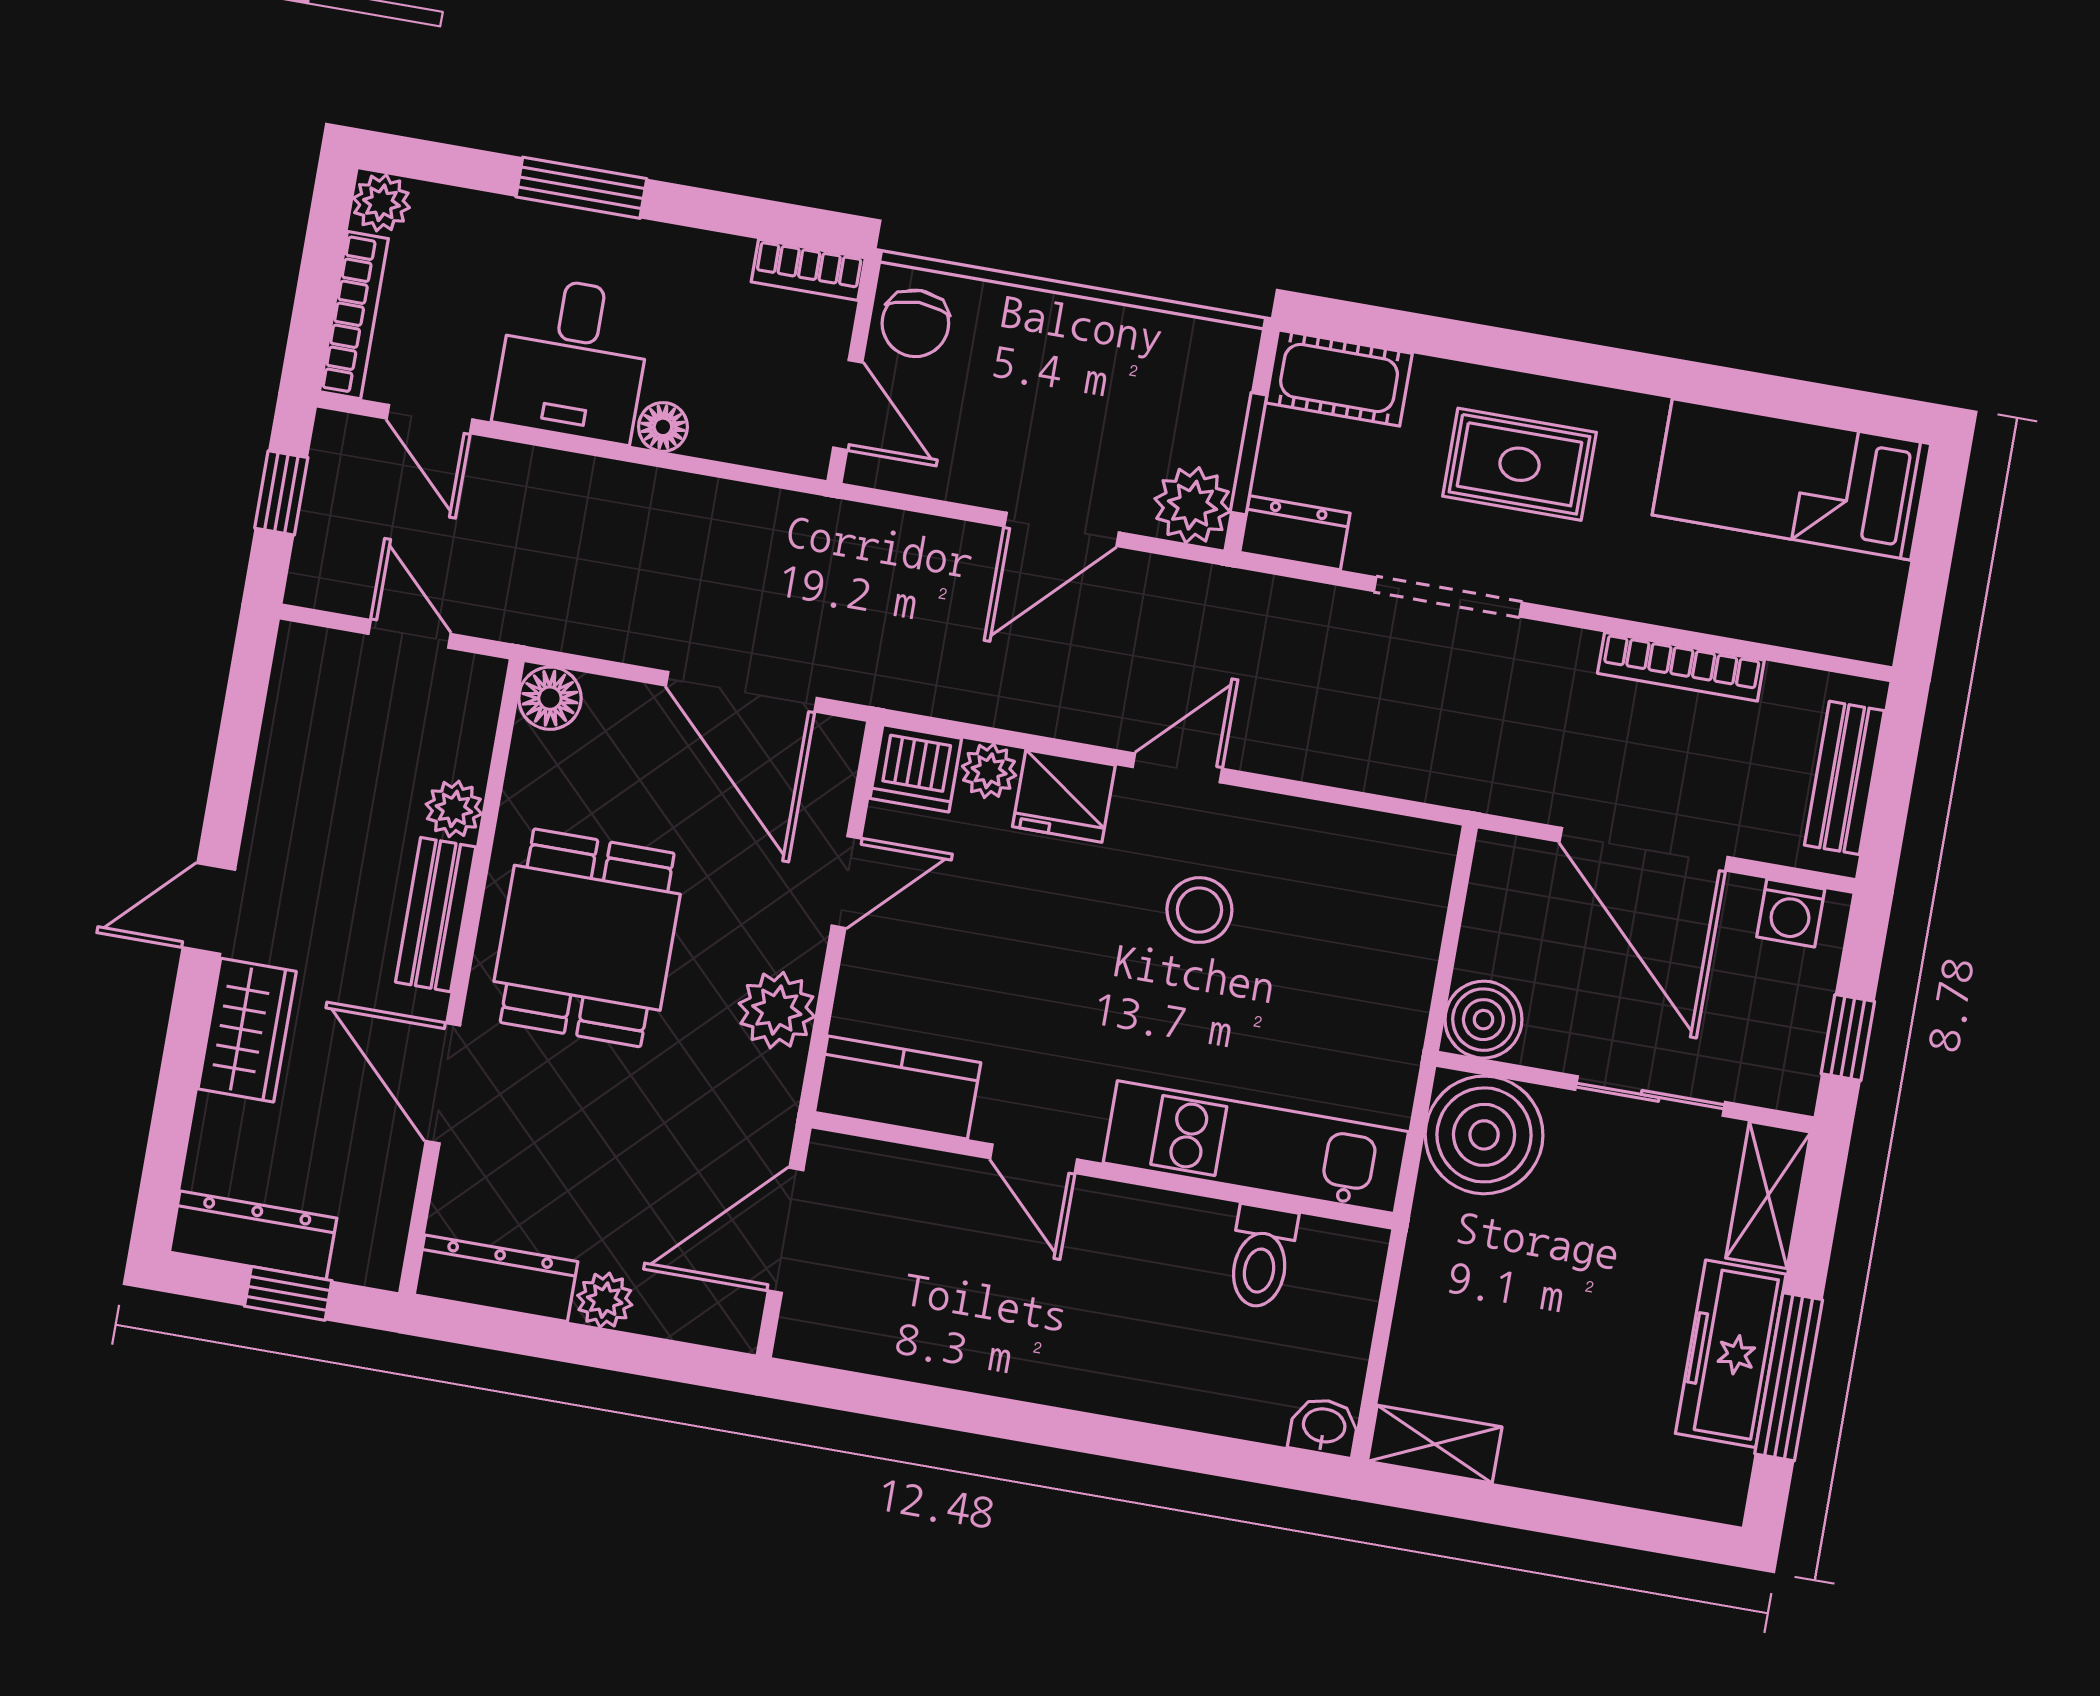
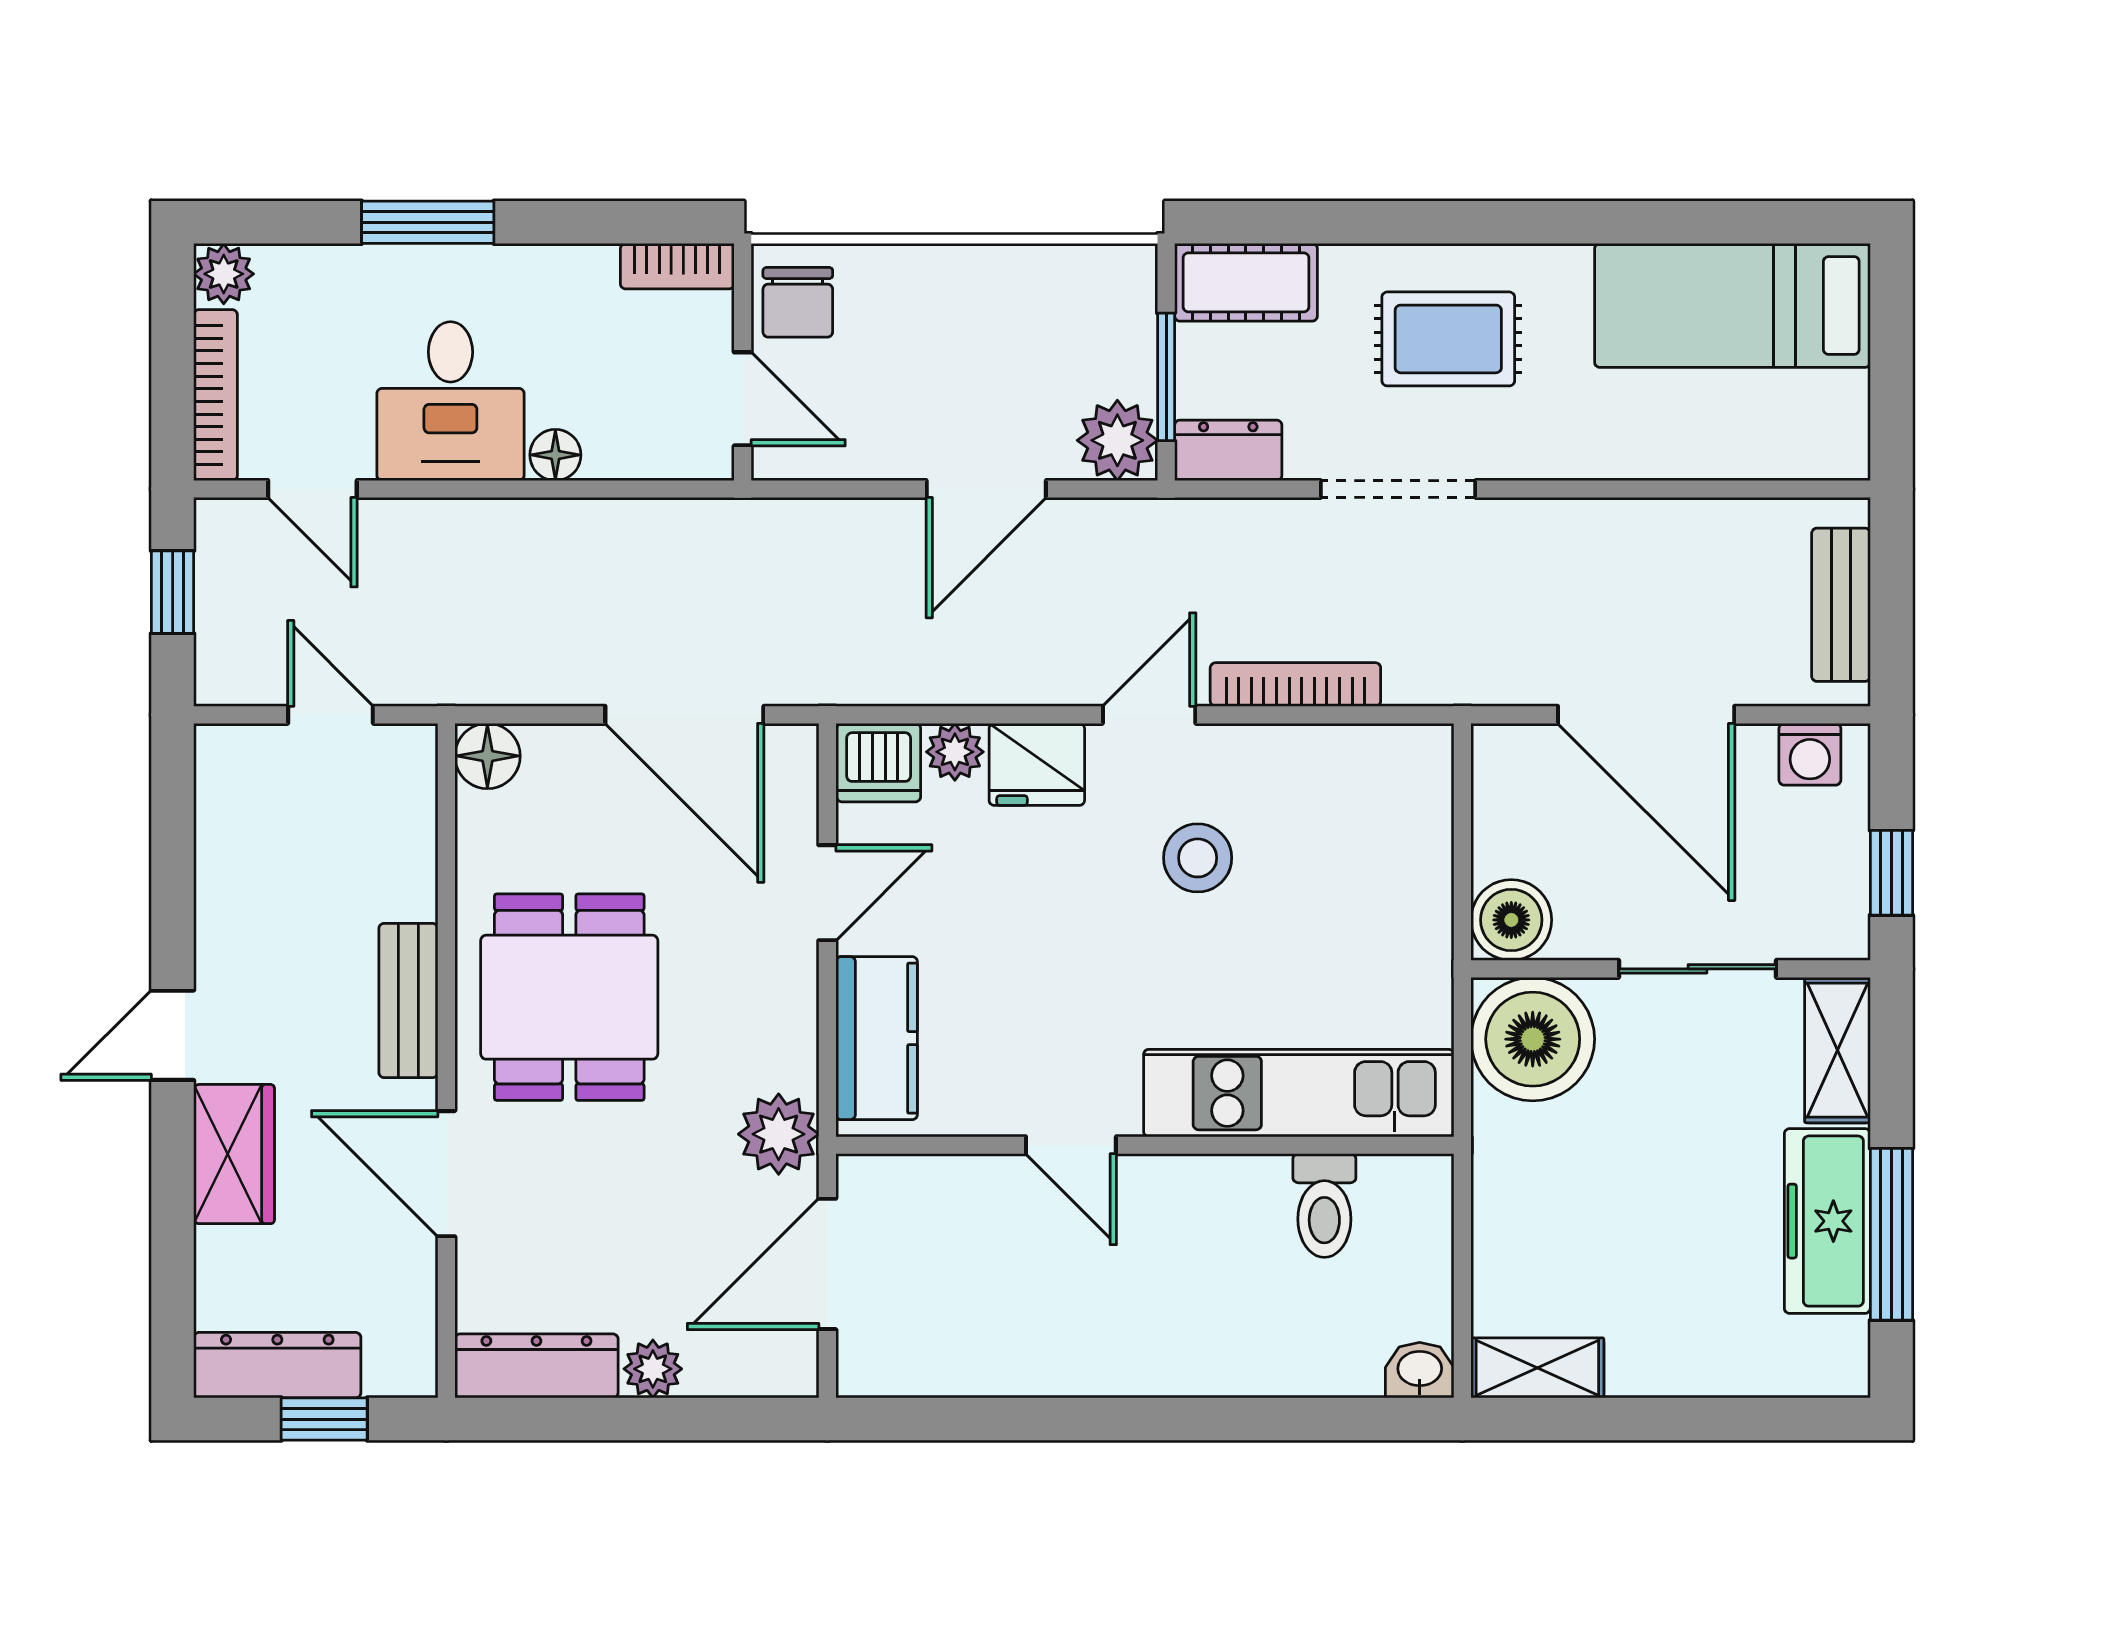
bookcase: (1681, 667) -> (1295, 685), moved, turned 180
plant: (454, 809) -> (408, 888), removed
plant: (777, 1010) -> (779, 1134), moved
kitchen counter: (898, 1087) -> (877, 1038), moved, turned 90

